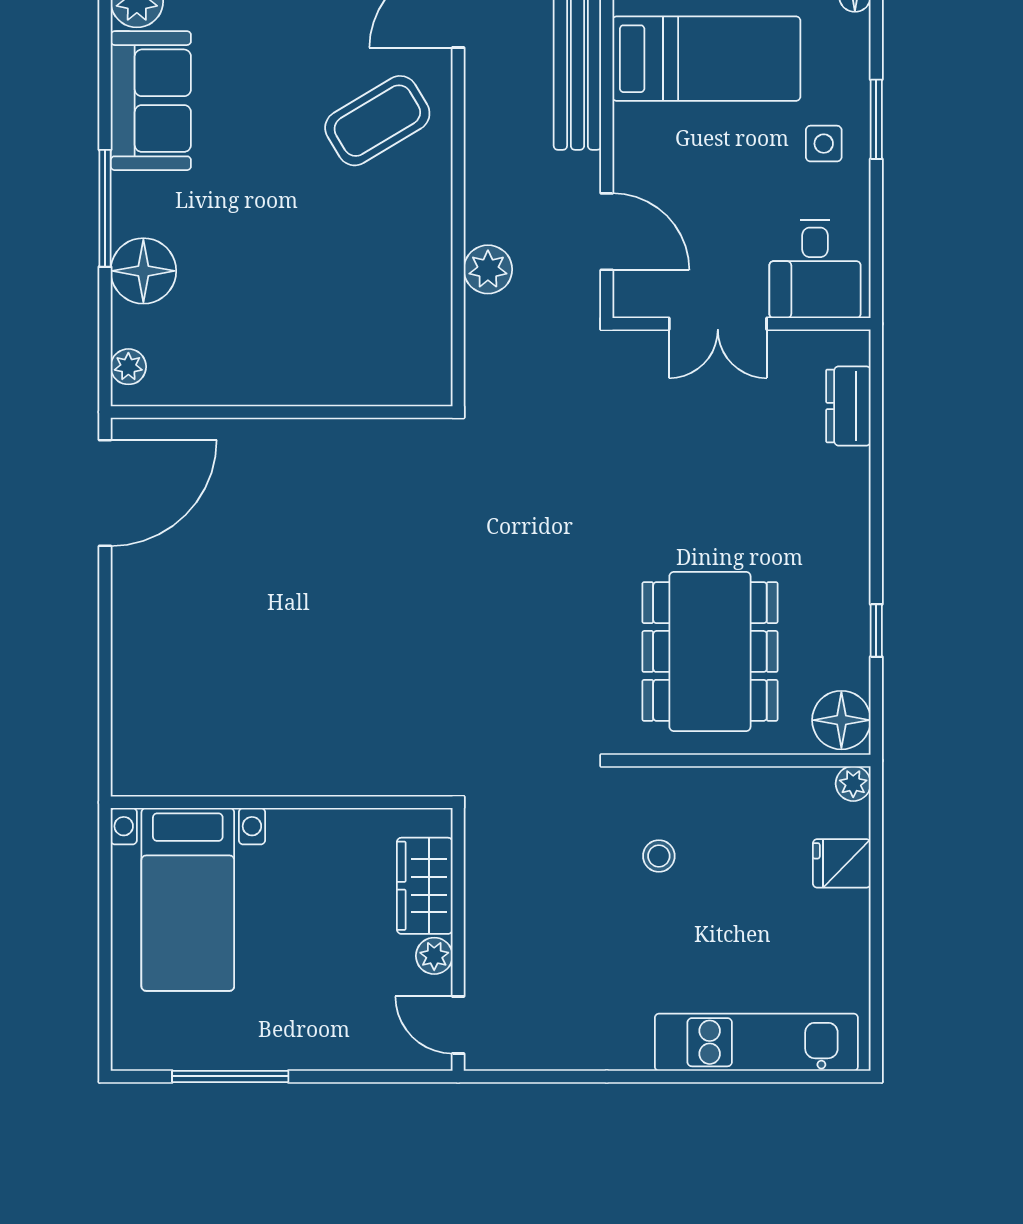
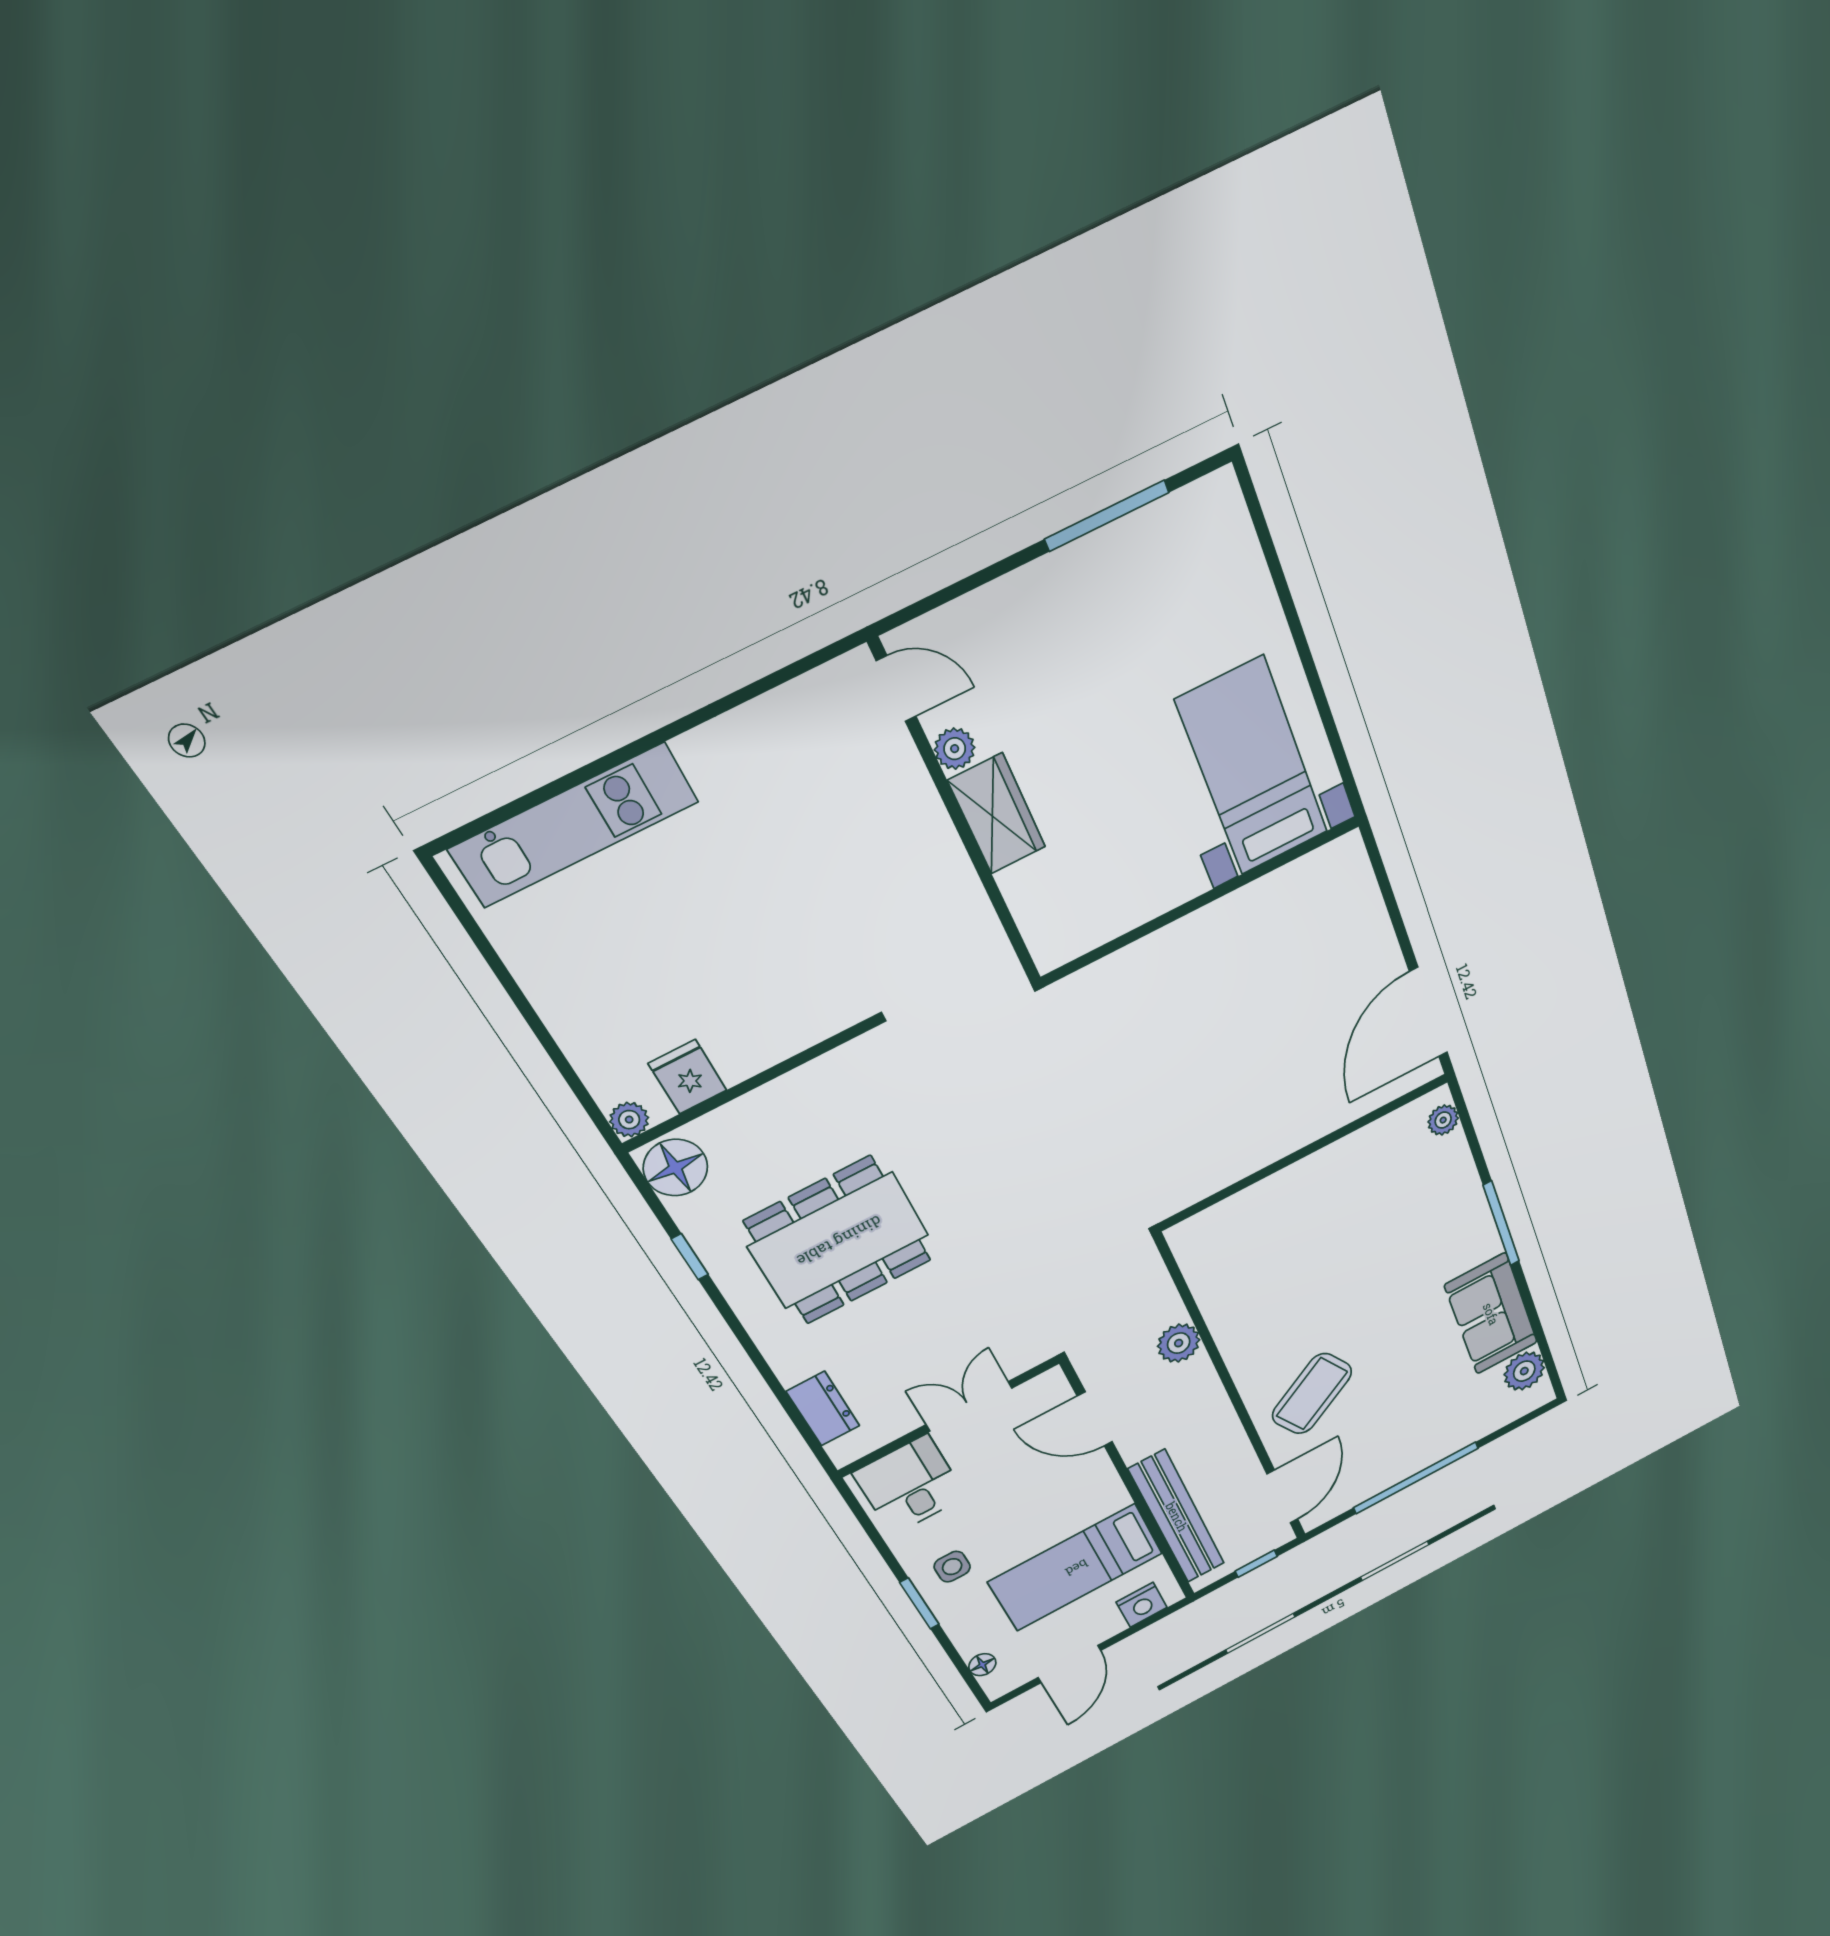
floor lamp: (143, 271) -> (1456, 1196), removed
dining table: (710, 651) -> (839, 1241), moved, turned 90
wall: (282, 802) -> (1201, 901), moved
stool: (659, 856) -> (781, 958), removed
fridge: (842, 863) -> (687, 1077), moved, turned -90
bed with nightstands: (188, 899) -> (1253, 767), moved

